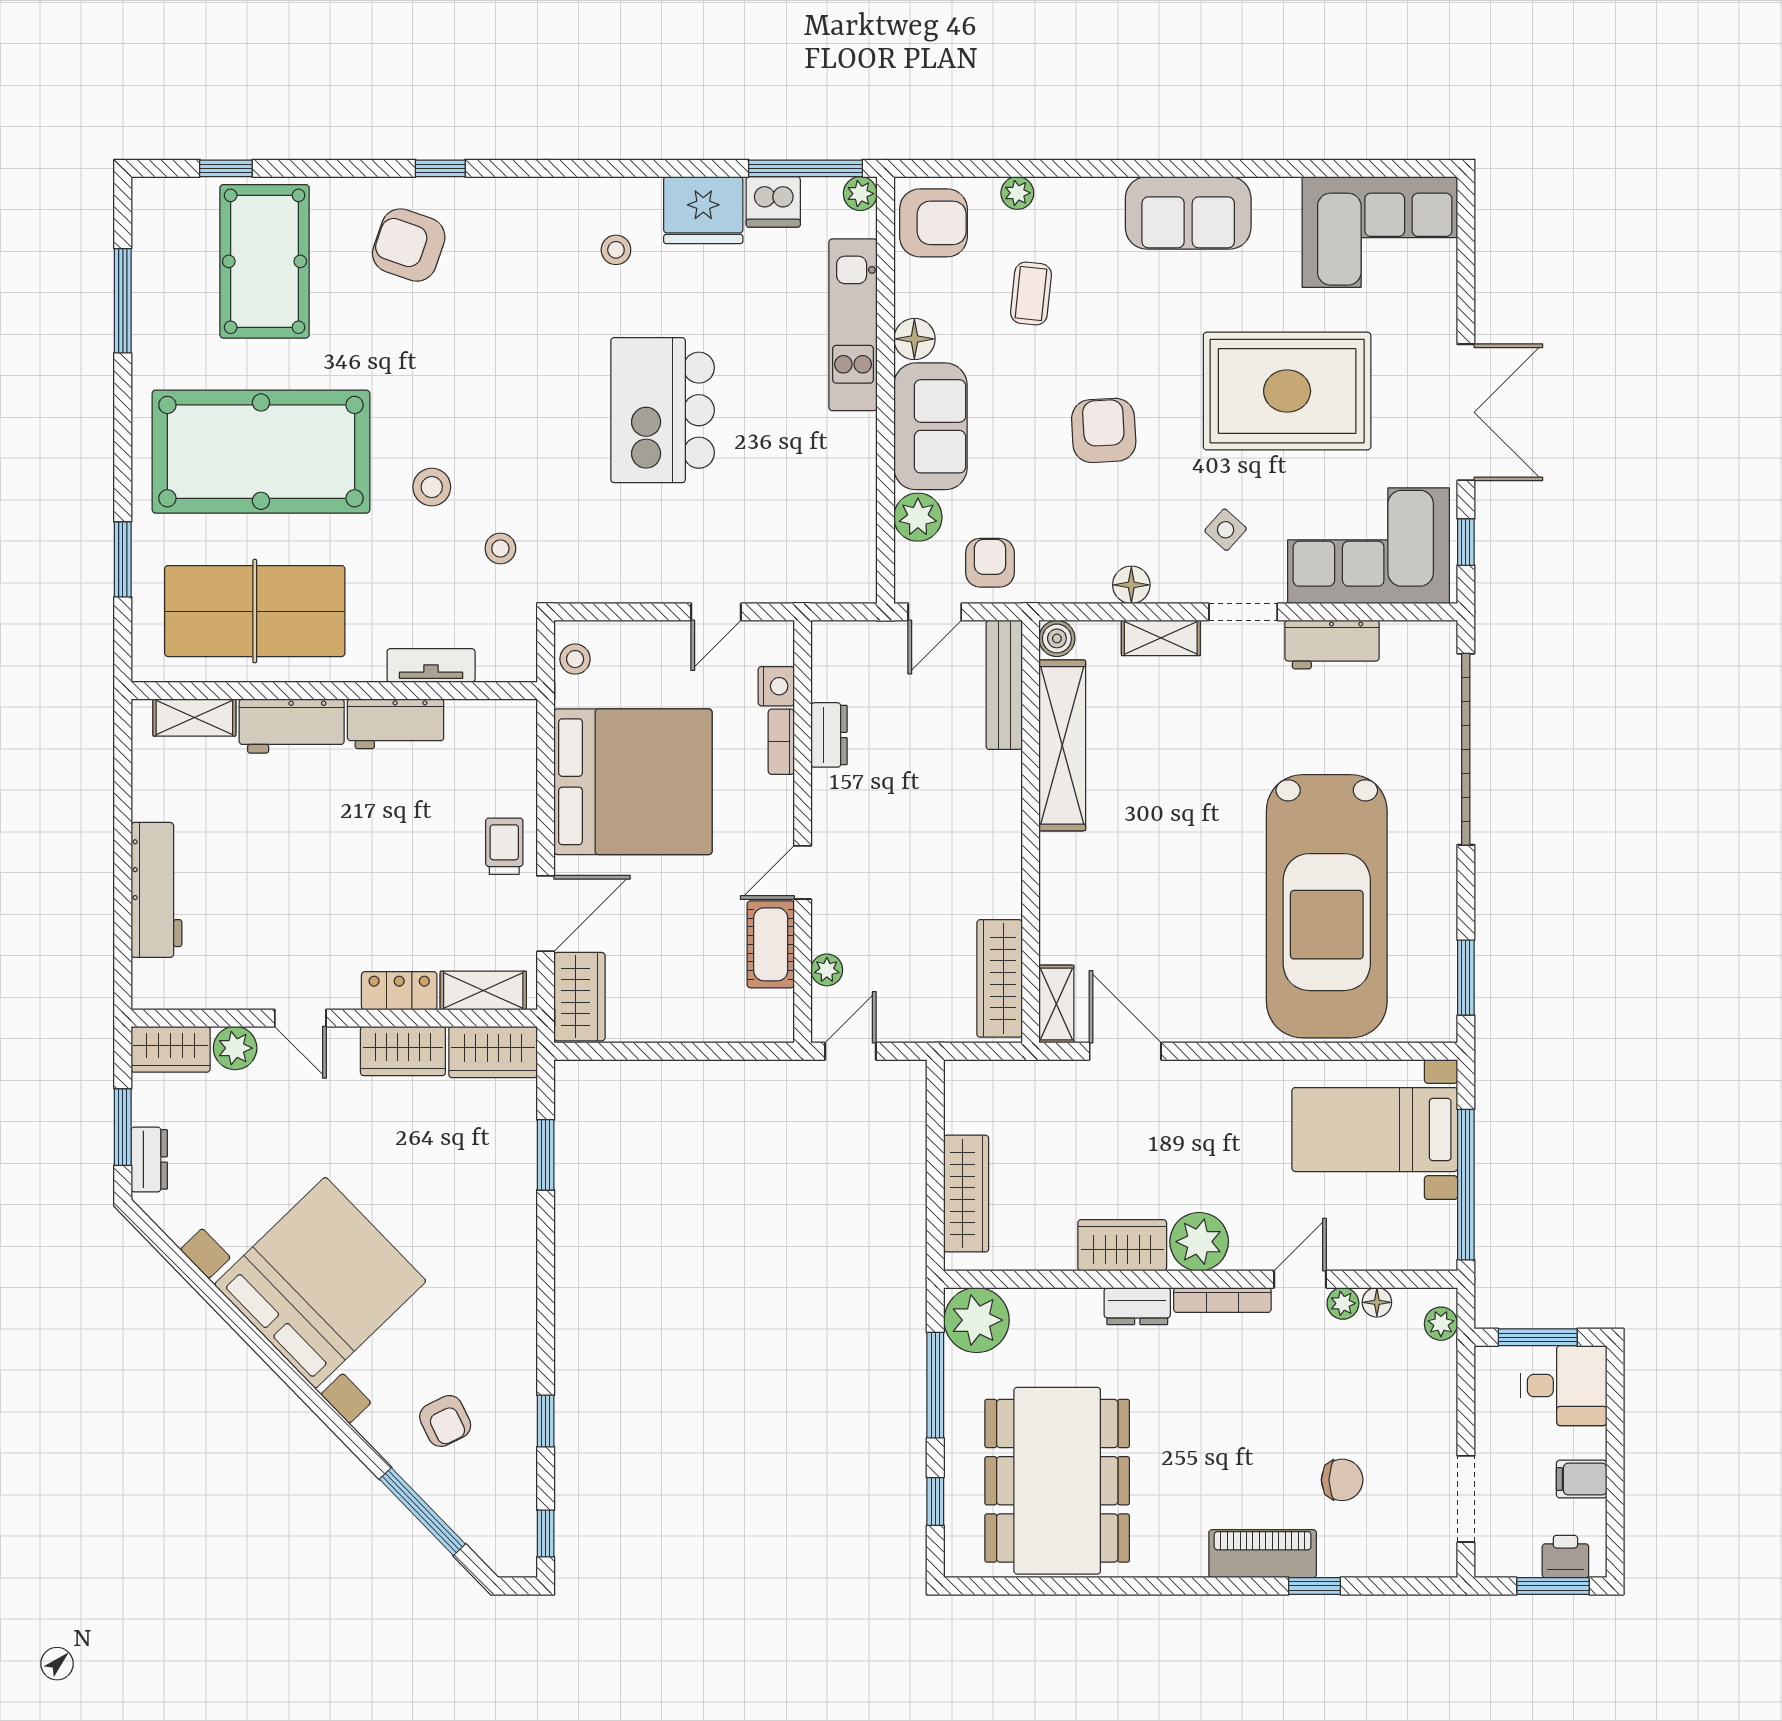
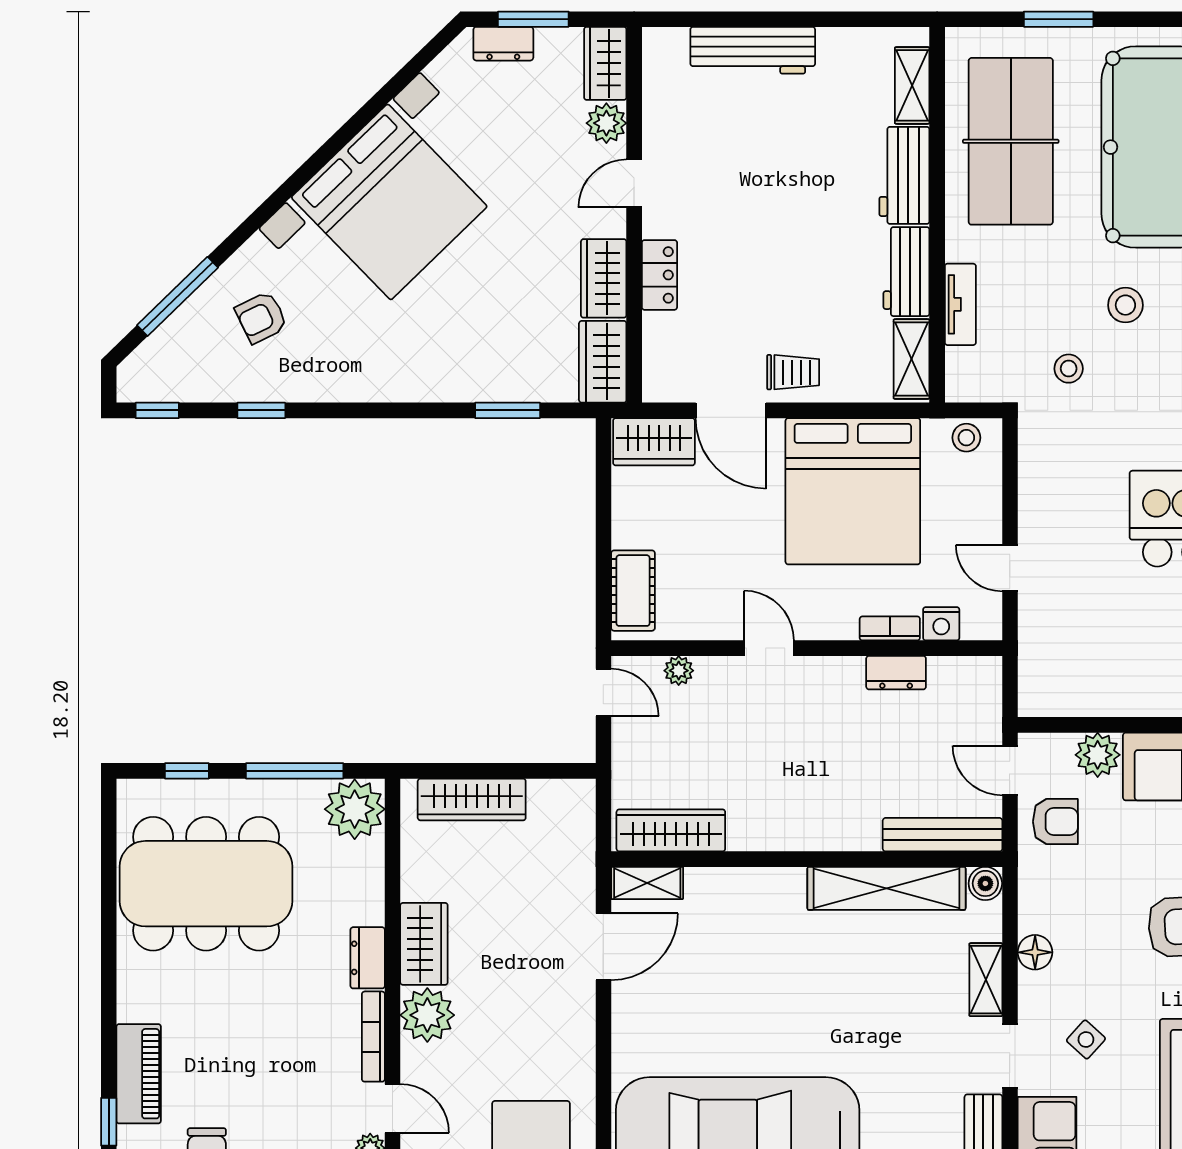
cot: (771, 944) -> (633, 591), moved, turned 90
shelving: (483, 990) -> (912, 359), moved

